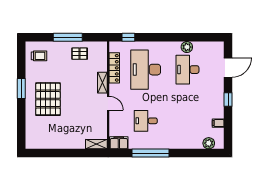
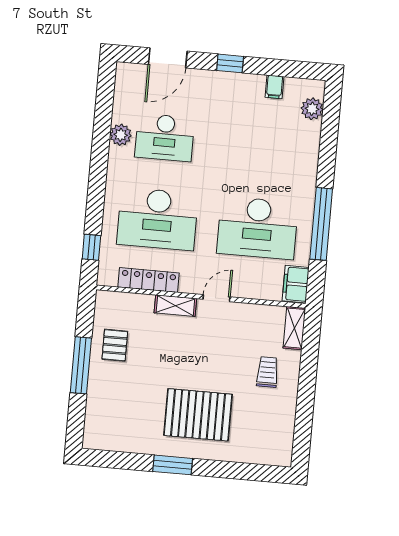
trolley: (39, 56) -> (267, 372), moved
door: (228, 67) -> (168, 58), swing flipped
desk: (146, 121) -> (257, 228), width x1.87, depth x1.30

